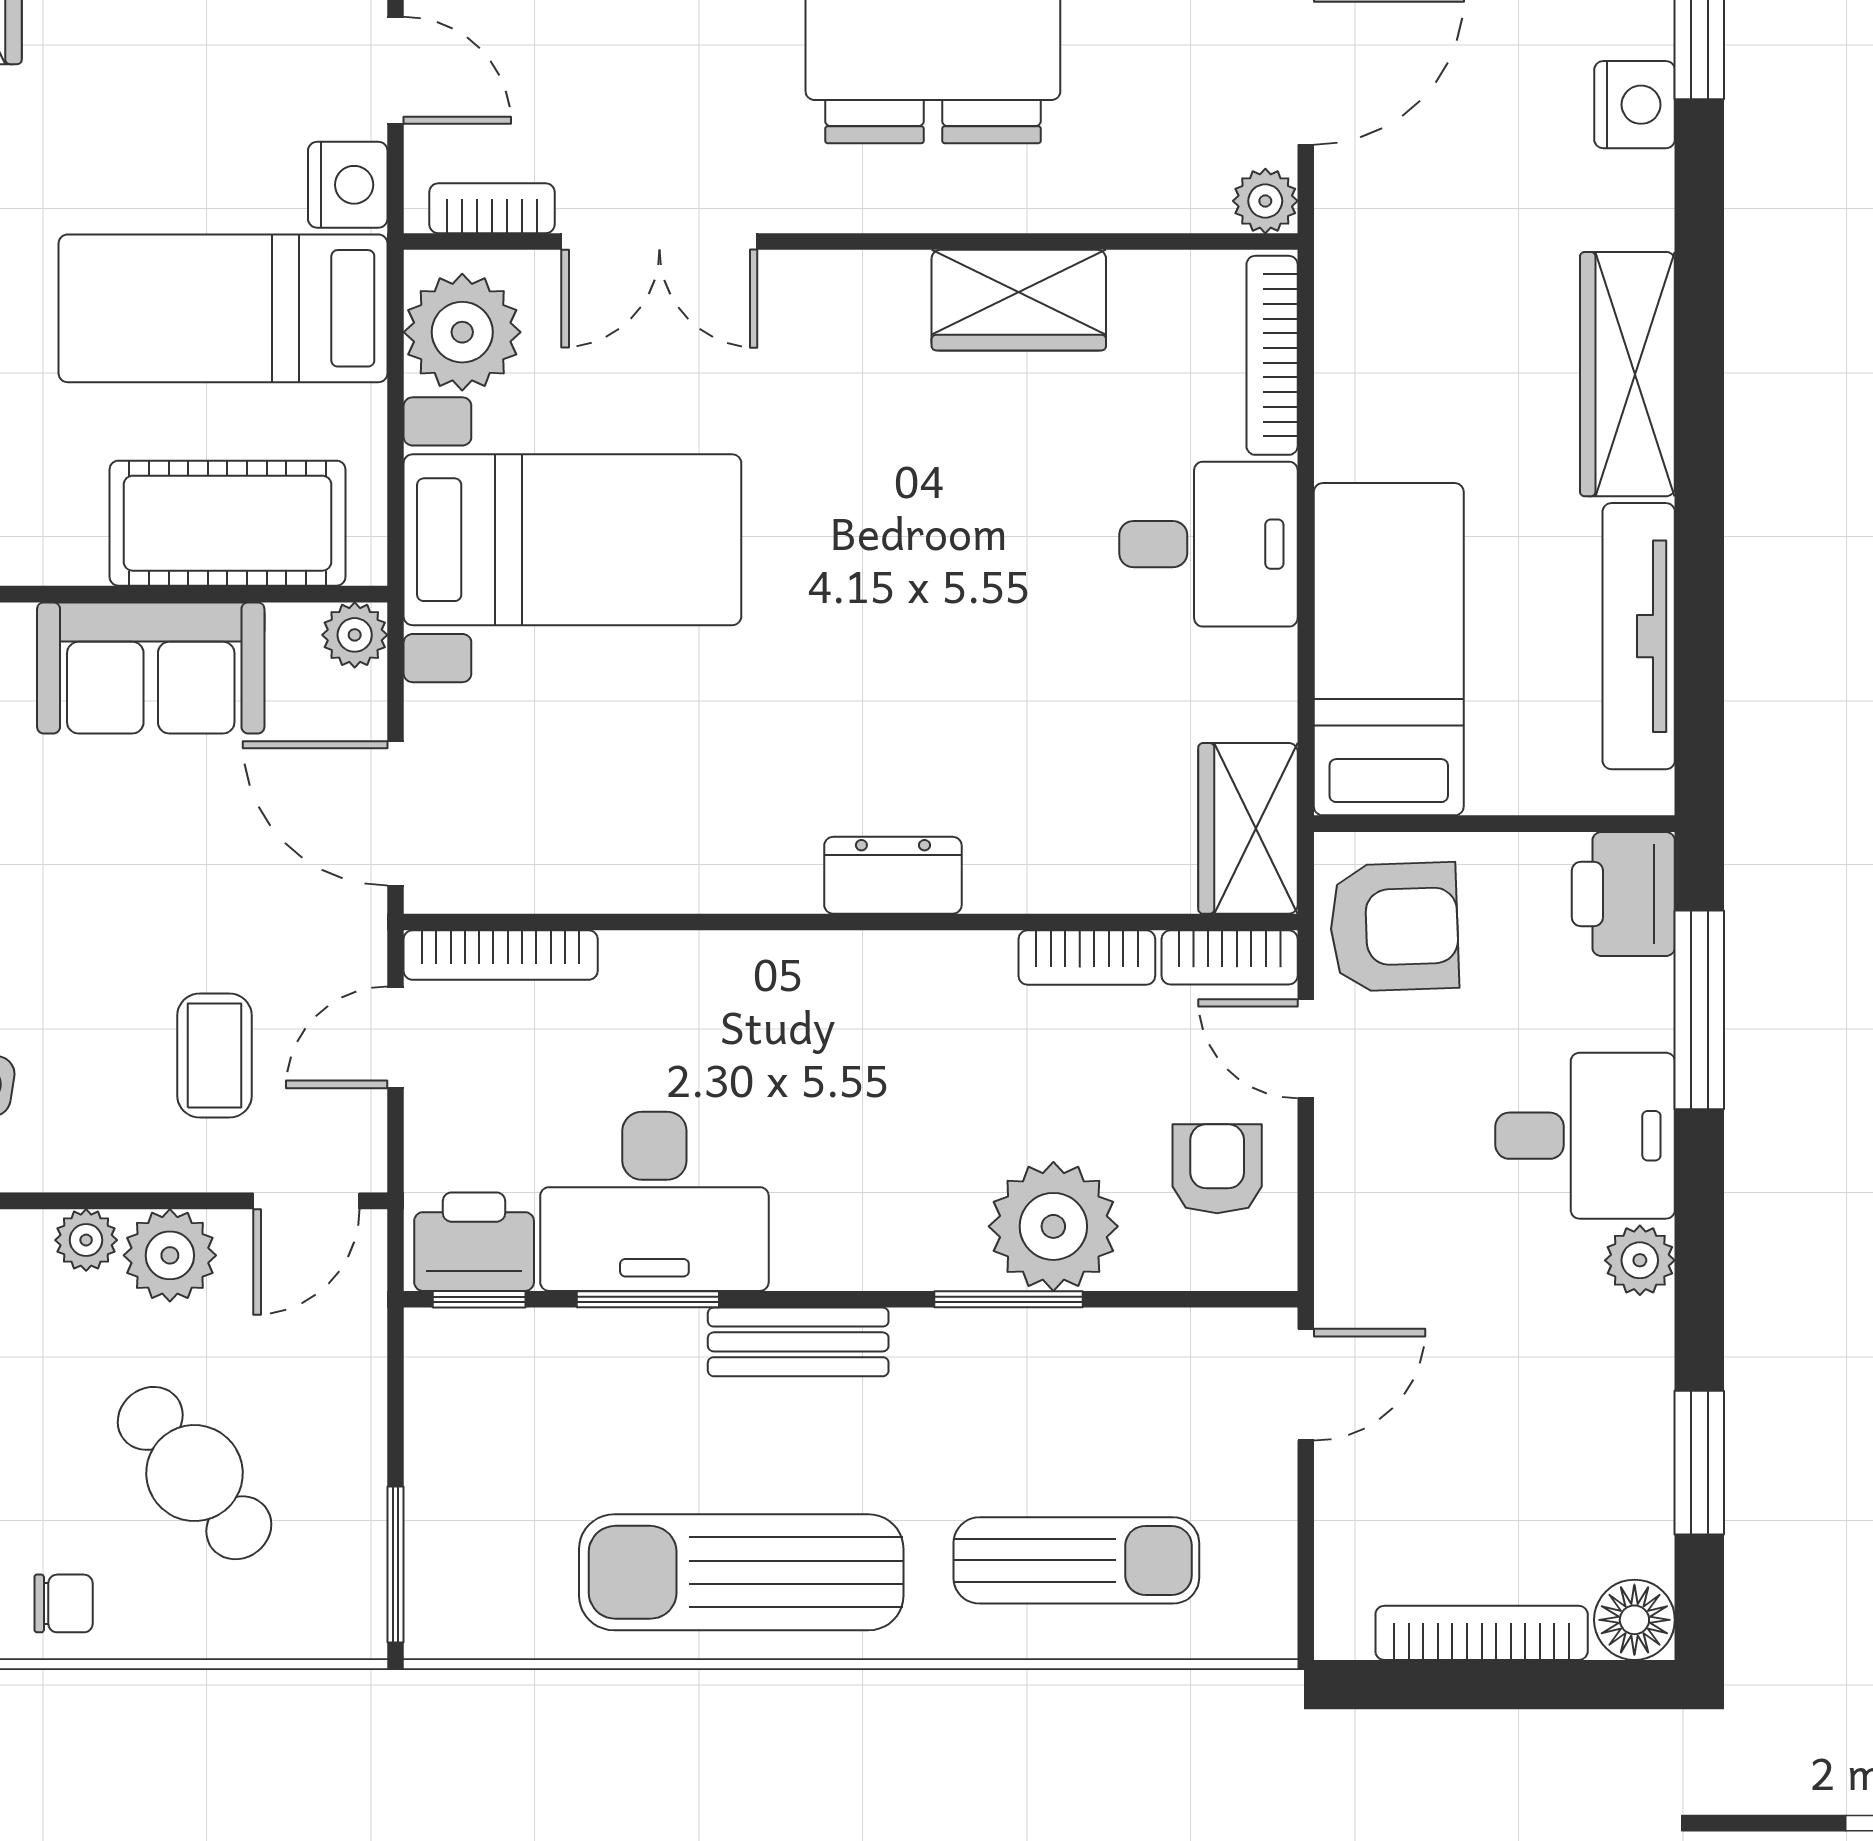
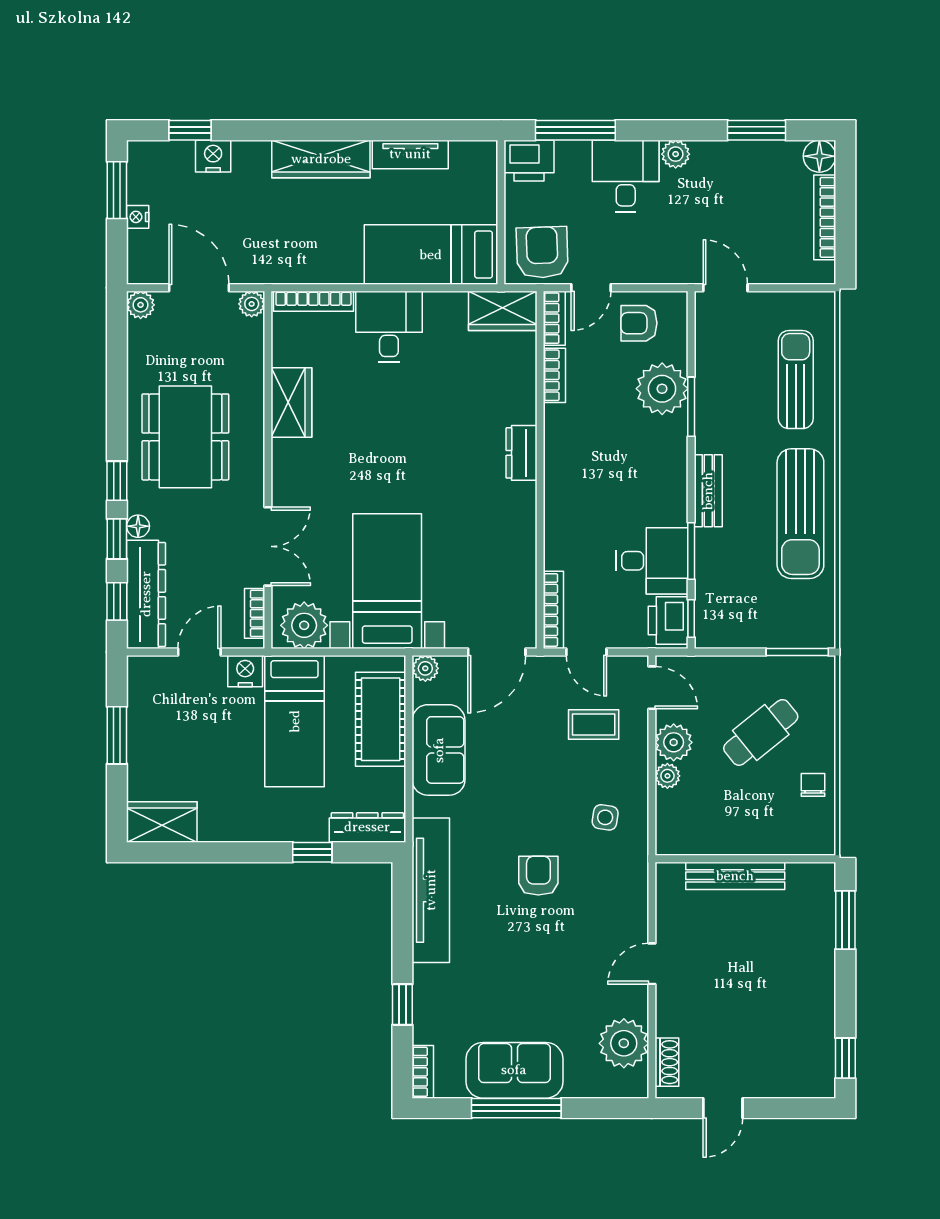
tv unit: (1639, 636) -> (410, 154), width x0.71
desk: (654, 1201) -> (652, 561), width x0.73

